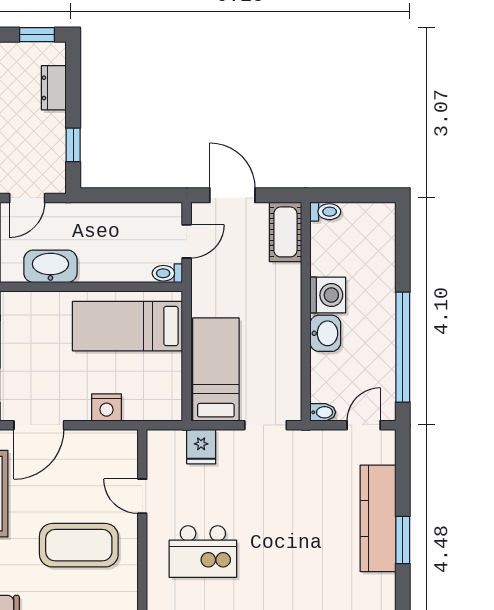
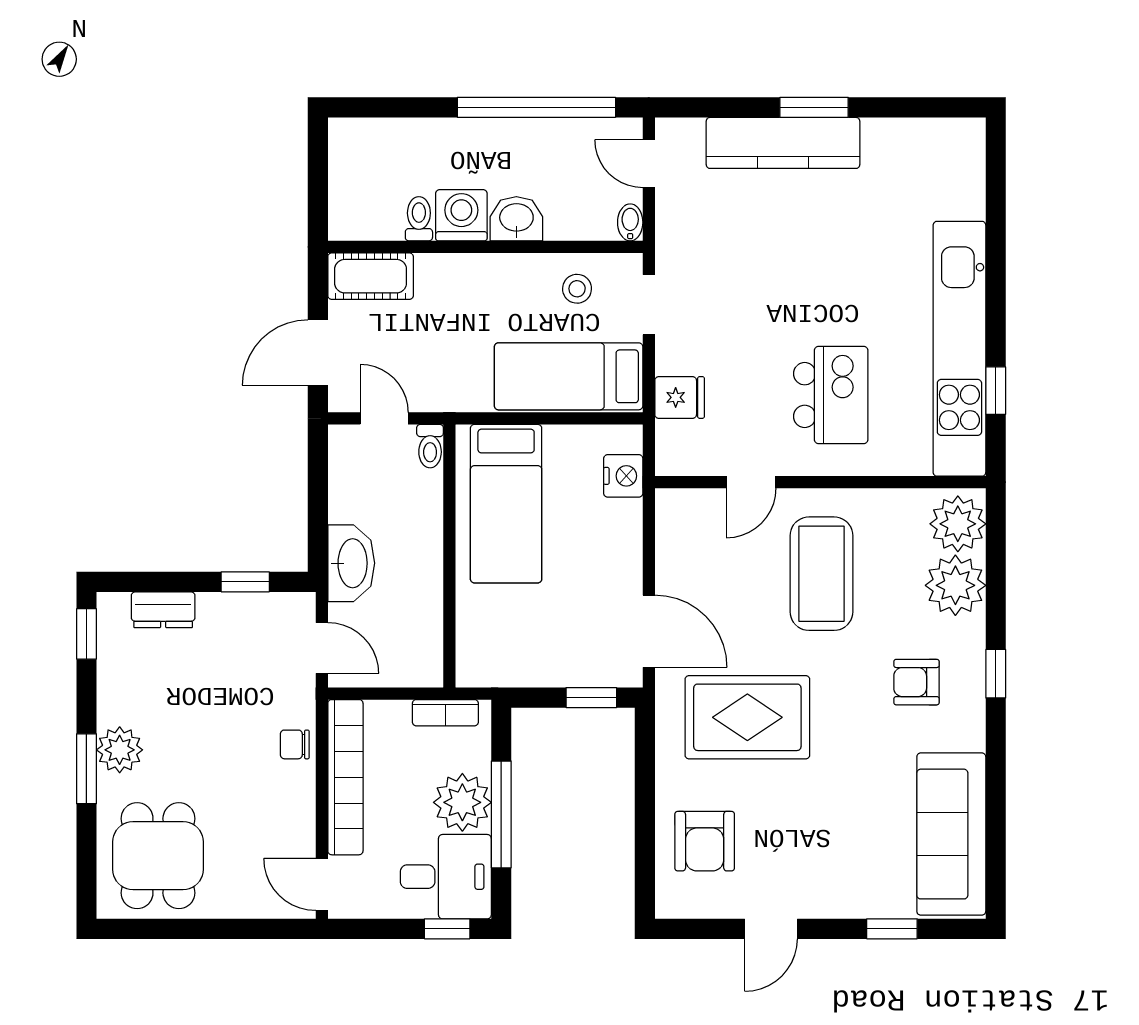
toilet: (325, 212) -> (419, 219), moved
washbasin: (50, 266) -> (351, 563), moved, turned 180
stool: (277, 375) -> (577, 289), added
nightstand: (107, 407) -> (623, 476), moved

